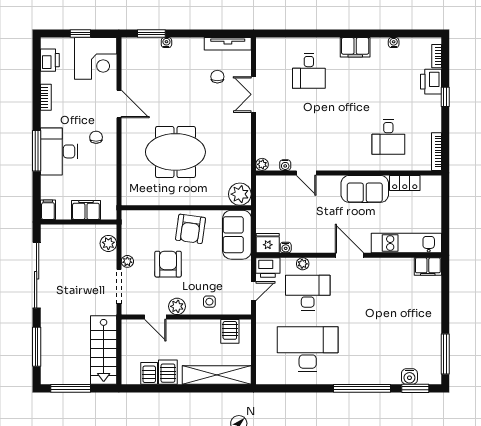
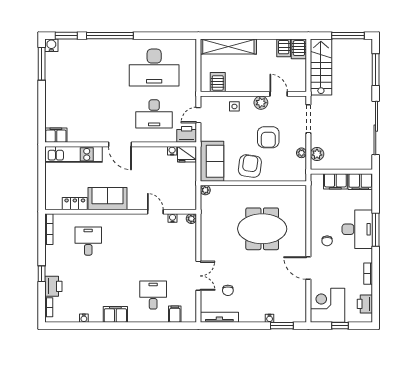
filing cabinet: (282, 48) -> (175, 314), added
plant: (240, 194) -> (205, 190), width x0.53, depth x0.53
filing cabinet: (48, 210) -> (360, 182), width x2.00
plant: (127, 261) -> (302, 153), moved
plant: (303, 264) -> (158, 137), removed
server rack: (168, 372) -> (299, 49), moved
water cooler: (409, 377) -> (51, 45), moved

